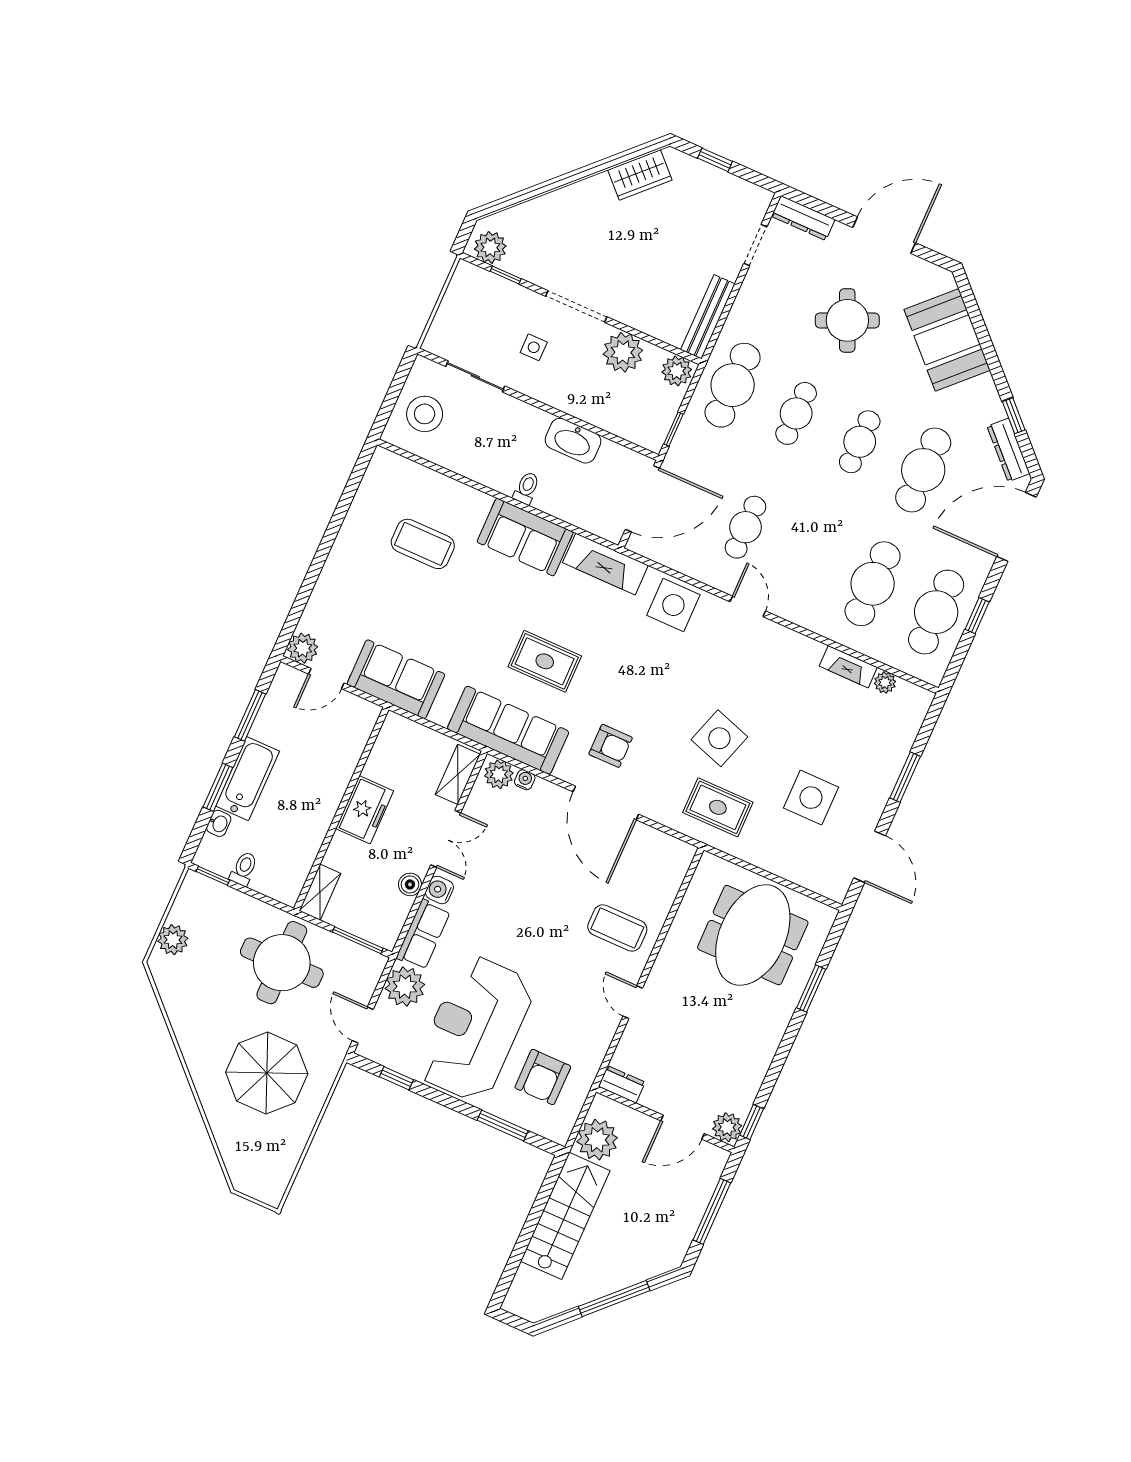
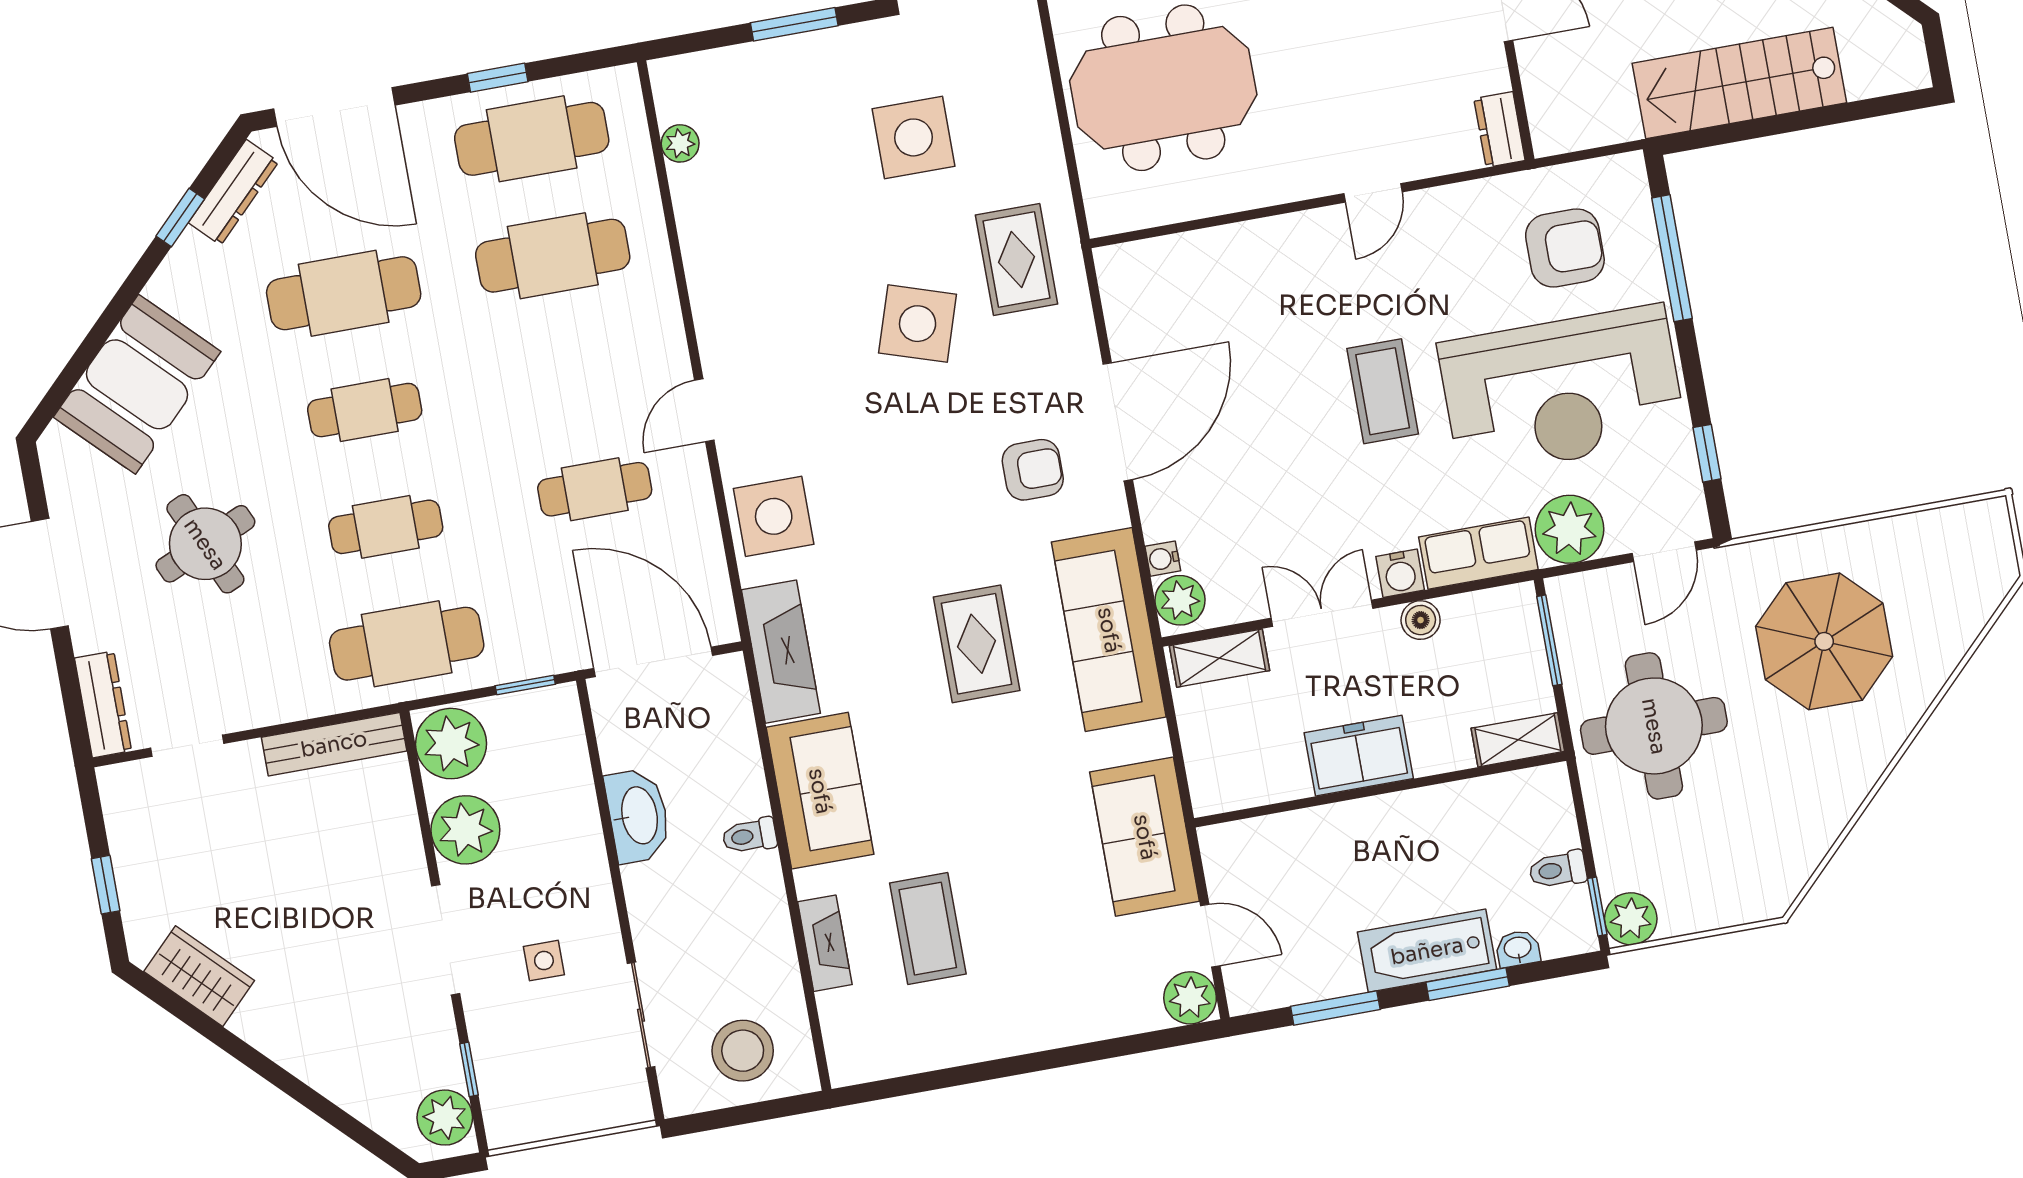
plant: (677, 371) -> (451, 744), width x1.36, depth x1.36
fireplace: (848, 667) -> (825, 943), moved
armchair: (611, 746) -> (1033, 470), turned 90
coffee table: (617, 928) -> (1383, 391), moved
plant: (173, 940) -> (1631, 919), moved
window: (503, 1126) -> (1672, 258), width x1.44
plant: (597, 1140) -> (1601, 111), removed

